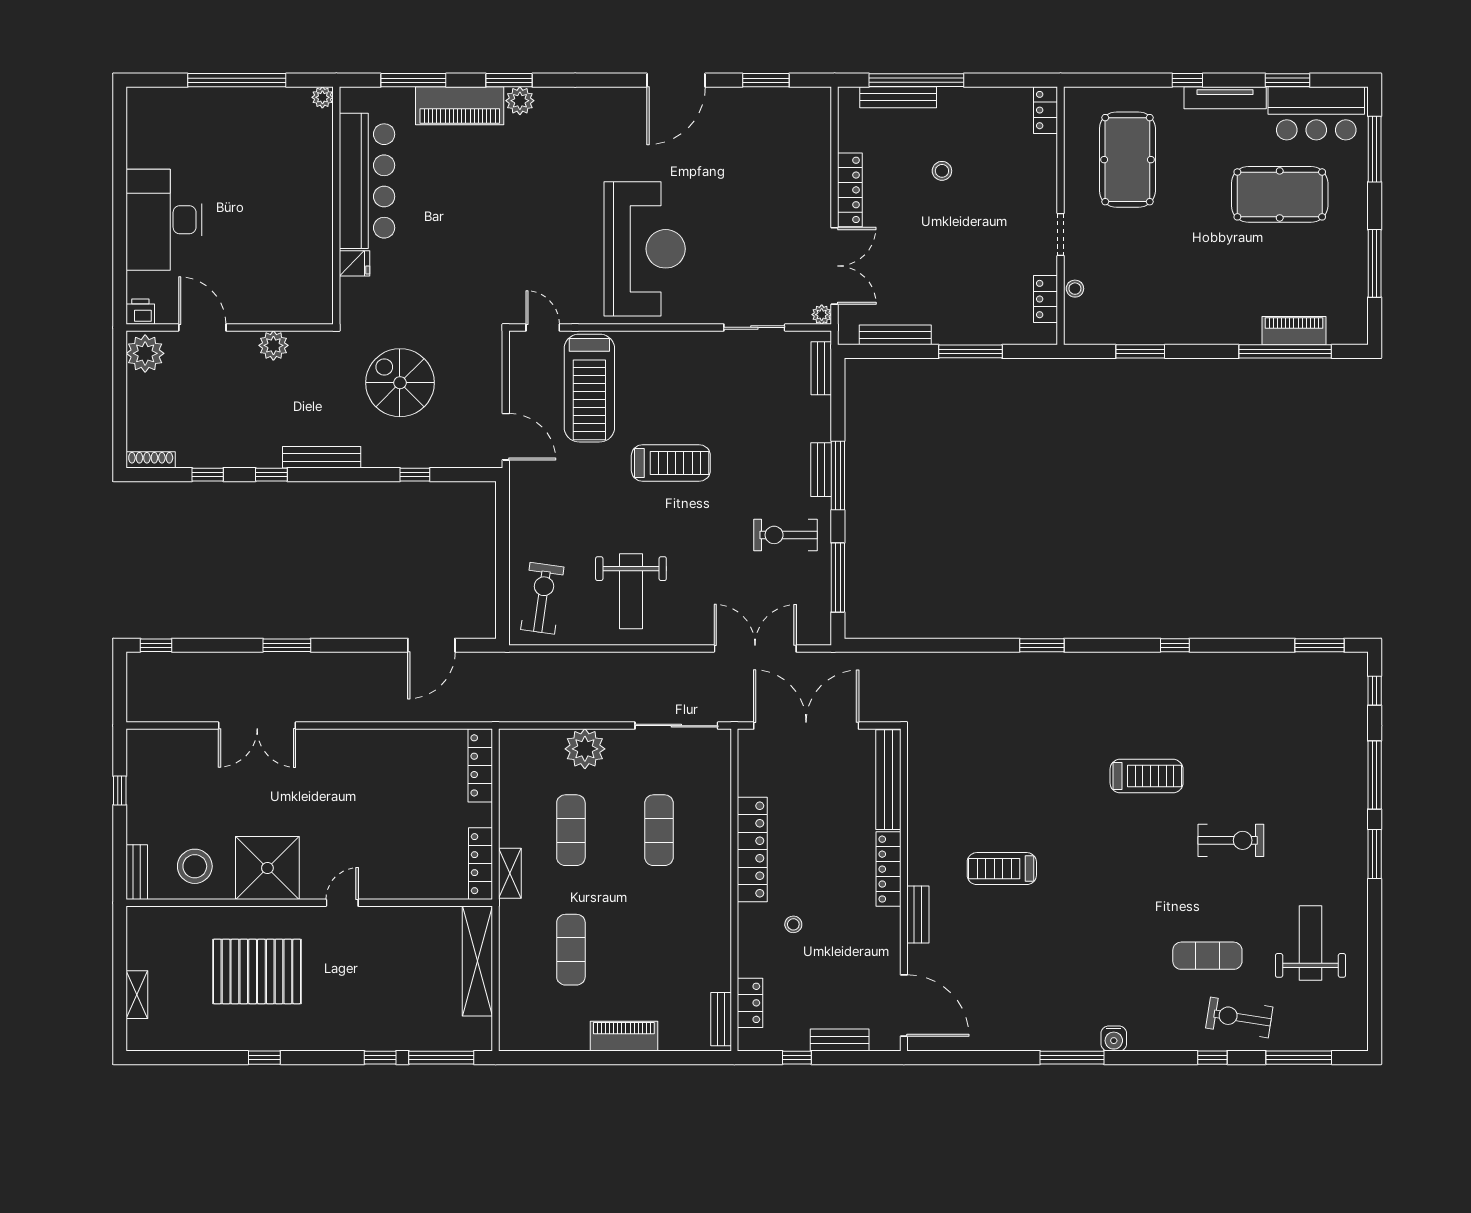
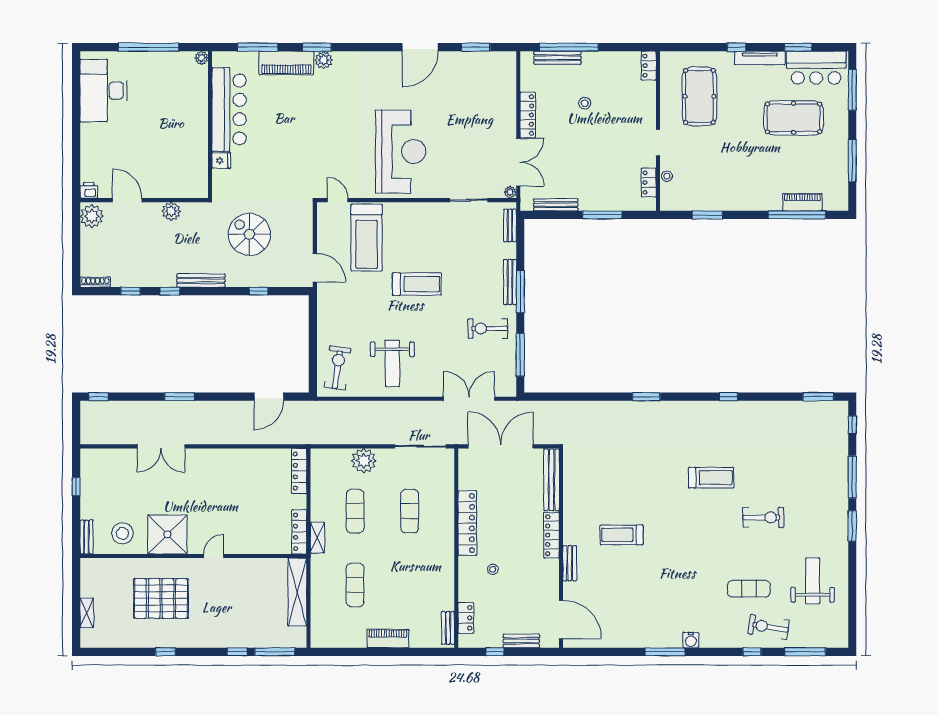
desk: (164, 220) -> (103, 91), moved
bench: (821, 470) -> (510, 282), width x1.36

